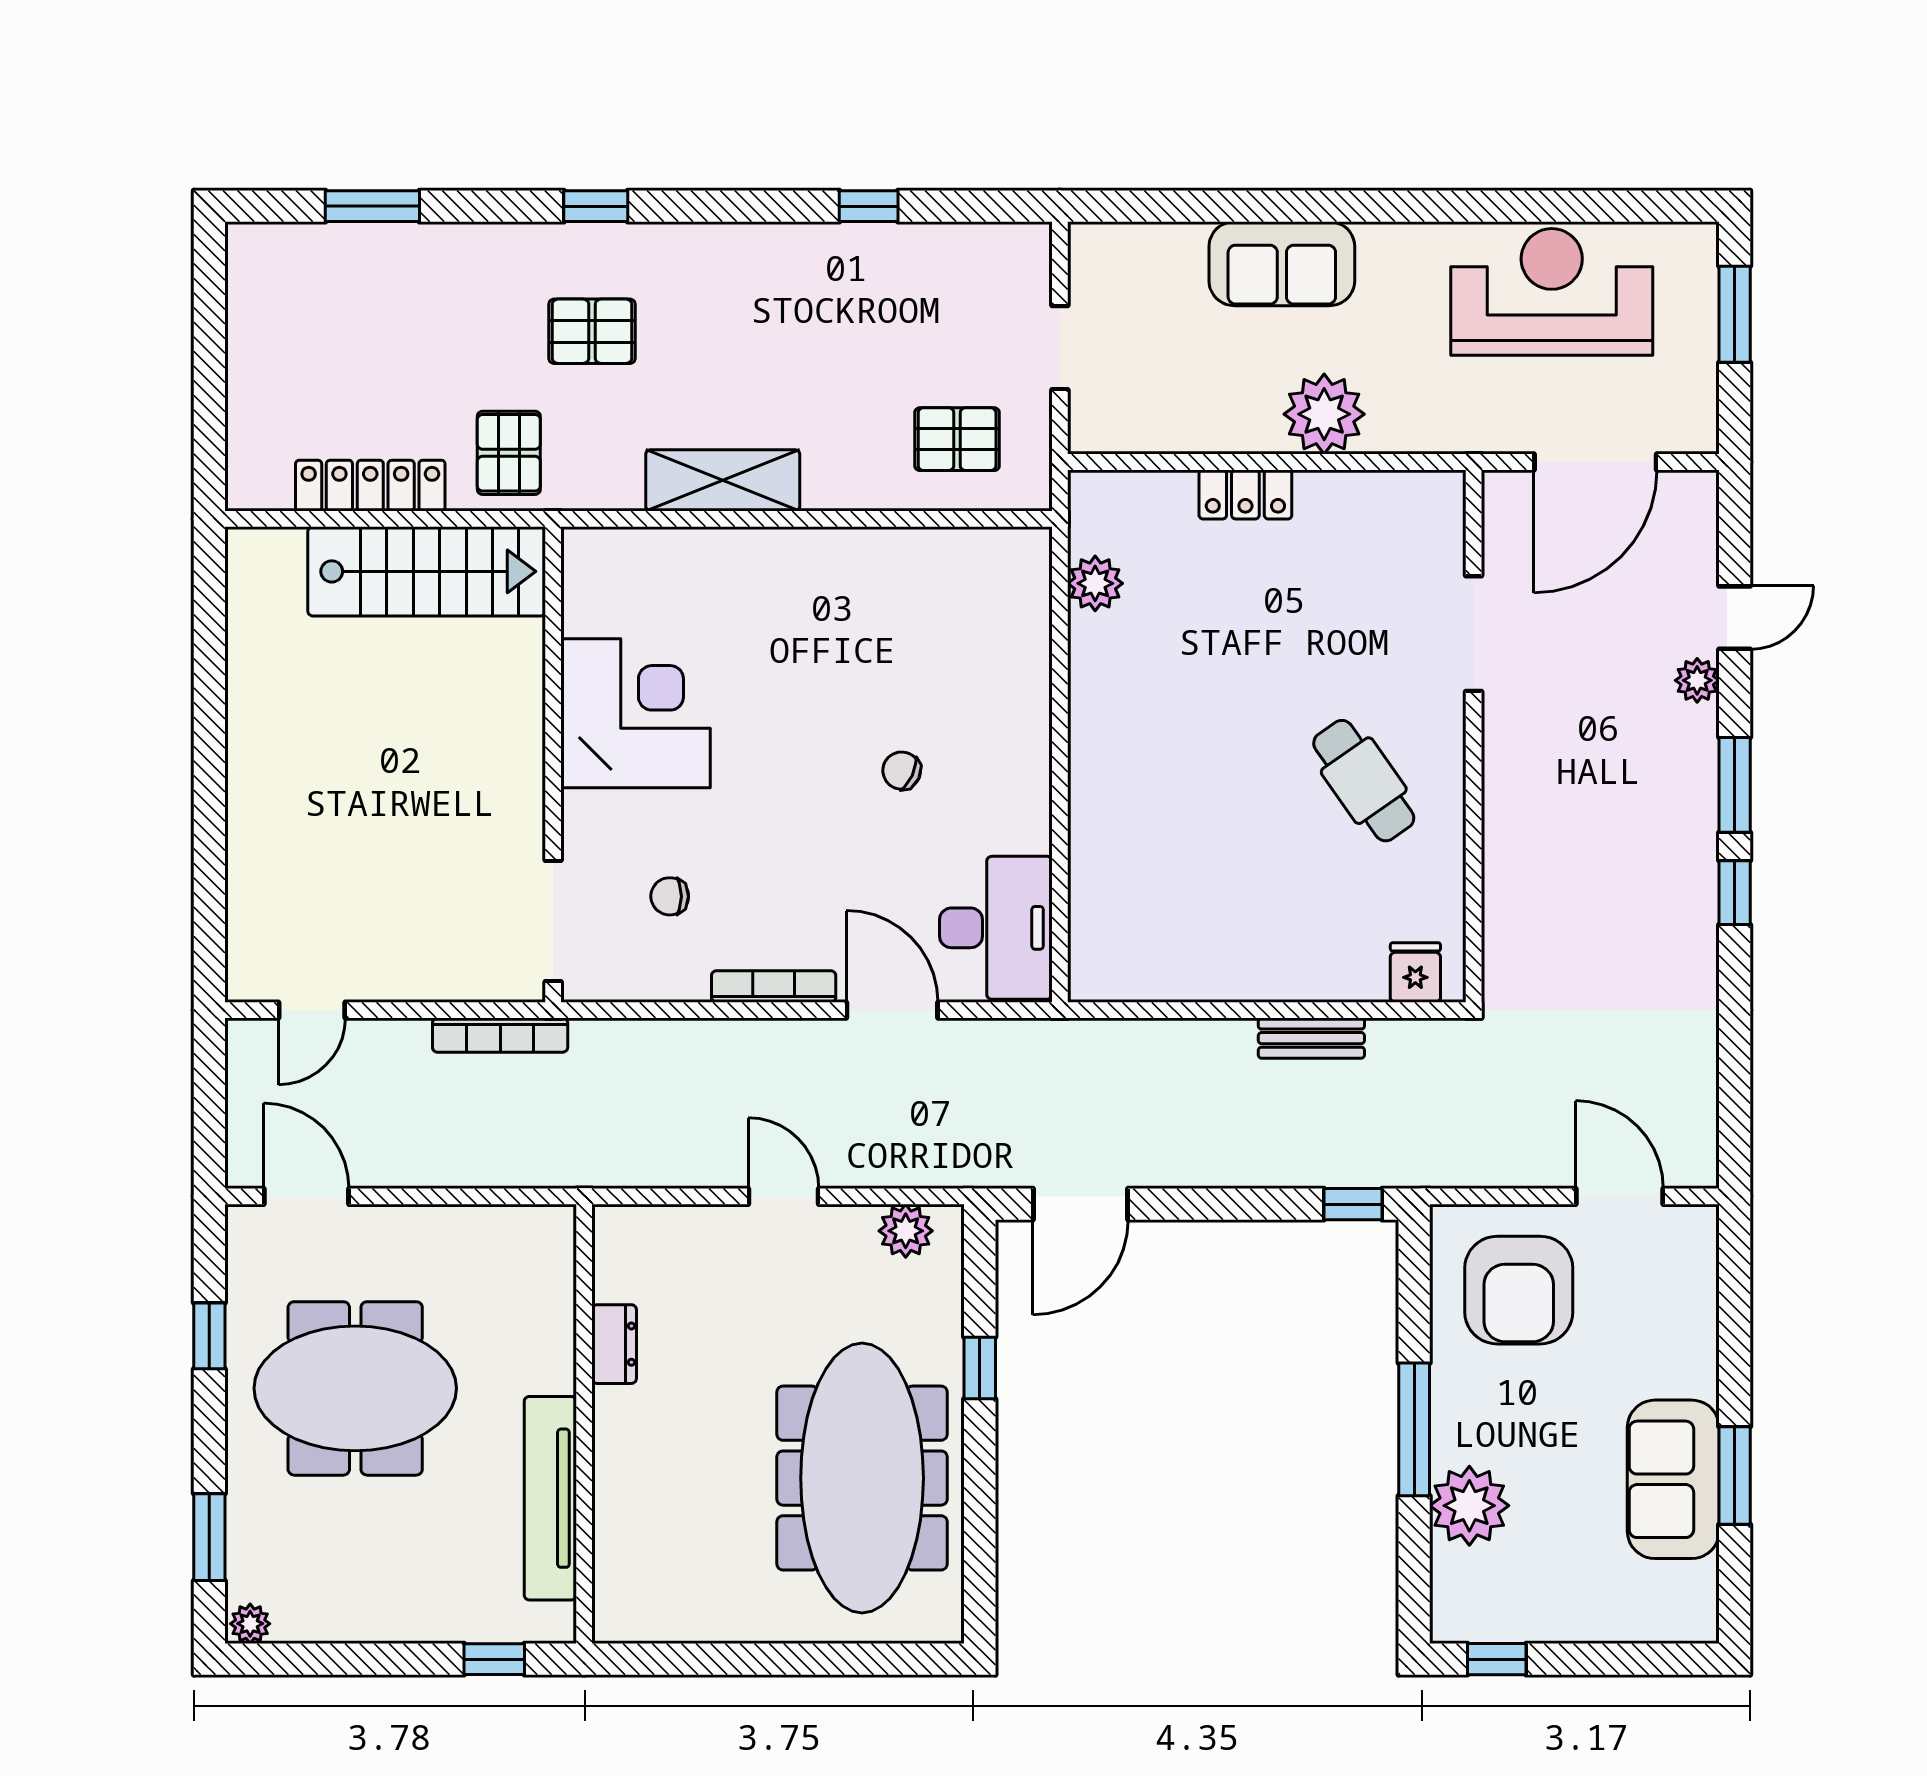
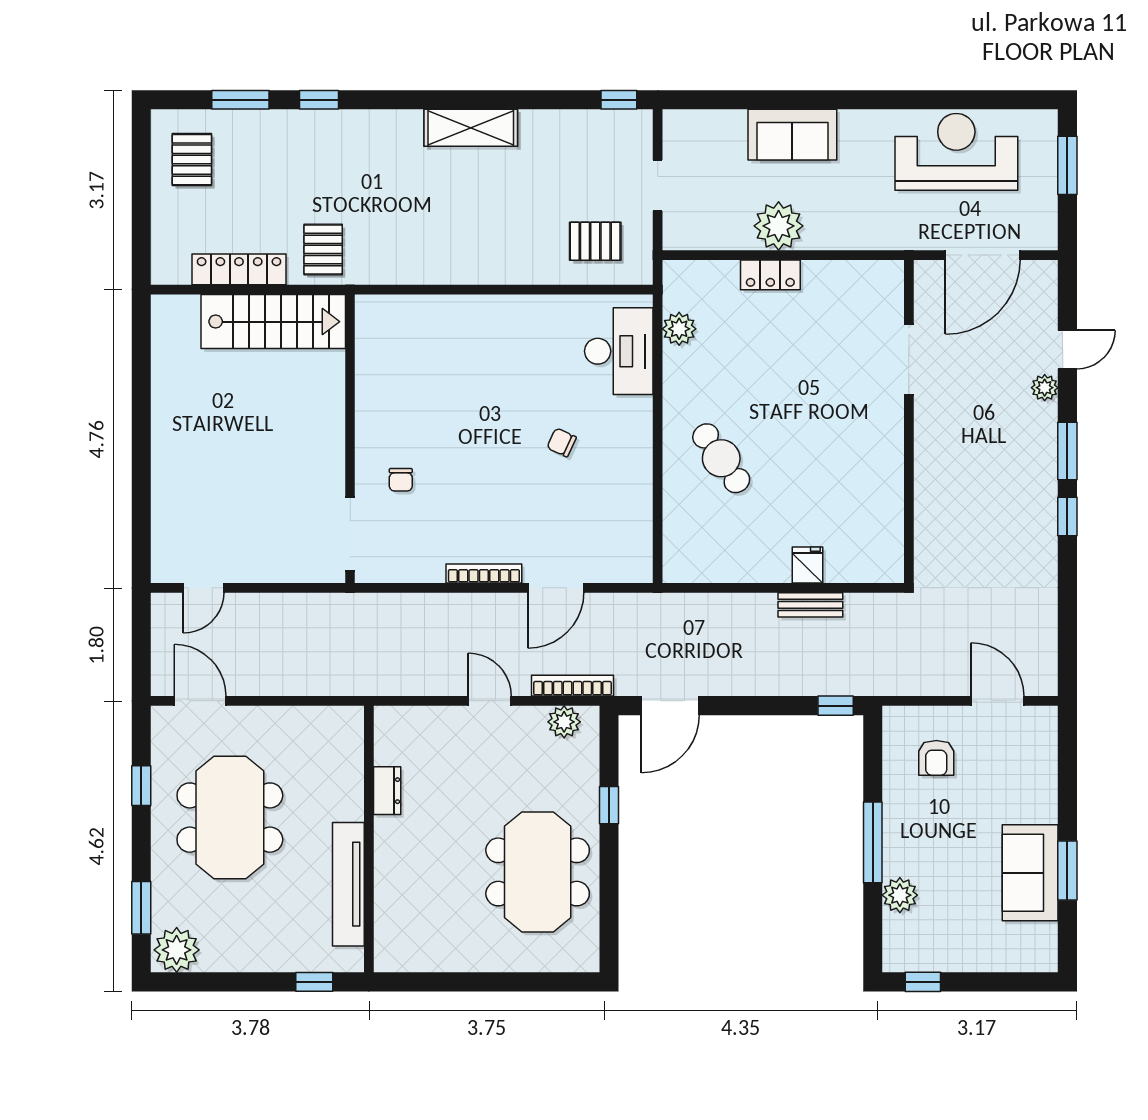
window: (596, 206) -> (319, 100), moved
window: (869, 206) -> (619, 100), moved
pallet: (592, 331) -> (192, 160), moved, turned 90
plant: (1324, 414) -> (779, 226), moved
shelving: (723, 480) -> (471, 128), moved
corner desk: (636, 713) -> (400, 408), removed
cafe table: (1364, 781) -> (721, 458), moved
chair: (670, 896) -> (401, 480), moved, turned -90
desk: (996, 928) -> (619, 351), moved
fridge: (1415, 973) -> (807, 565), moved
door: (892, 1010) -> (556, 588), swing flipped
bookcase: (500, 1035) -> (573, 686), moved, turned 180
armchair: (1519, 1290) -> (936, 758), width x0.53, depth x0.53
meeting table: (355, 1388) -> (230, 818), turned 90
meeting table: (862, 1478) -> (538, 872), width x0.73
plant: (1469, 1506) -> (900, 895), width x0.73, depth x0.73
plant: (250, 1624) -> (177, 950), width x1.88, depth x1.88

